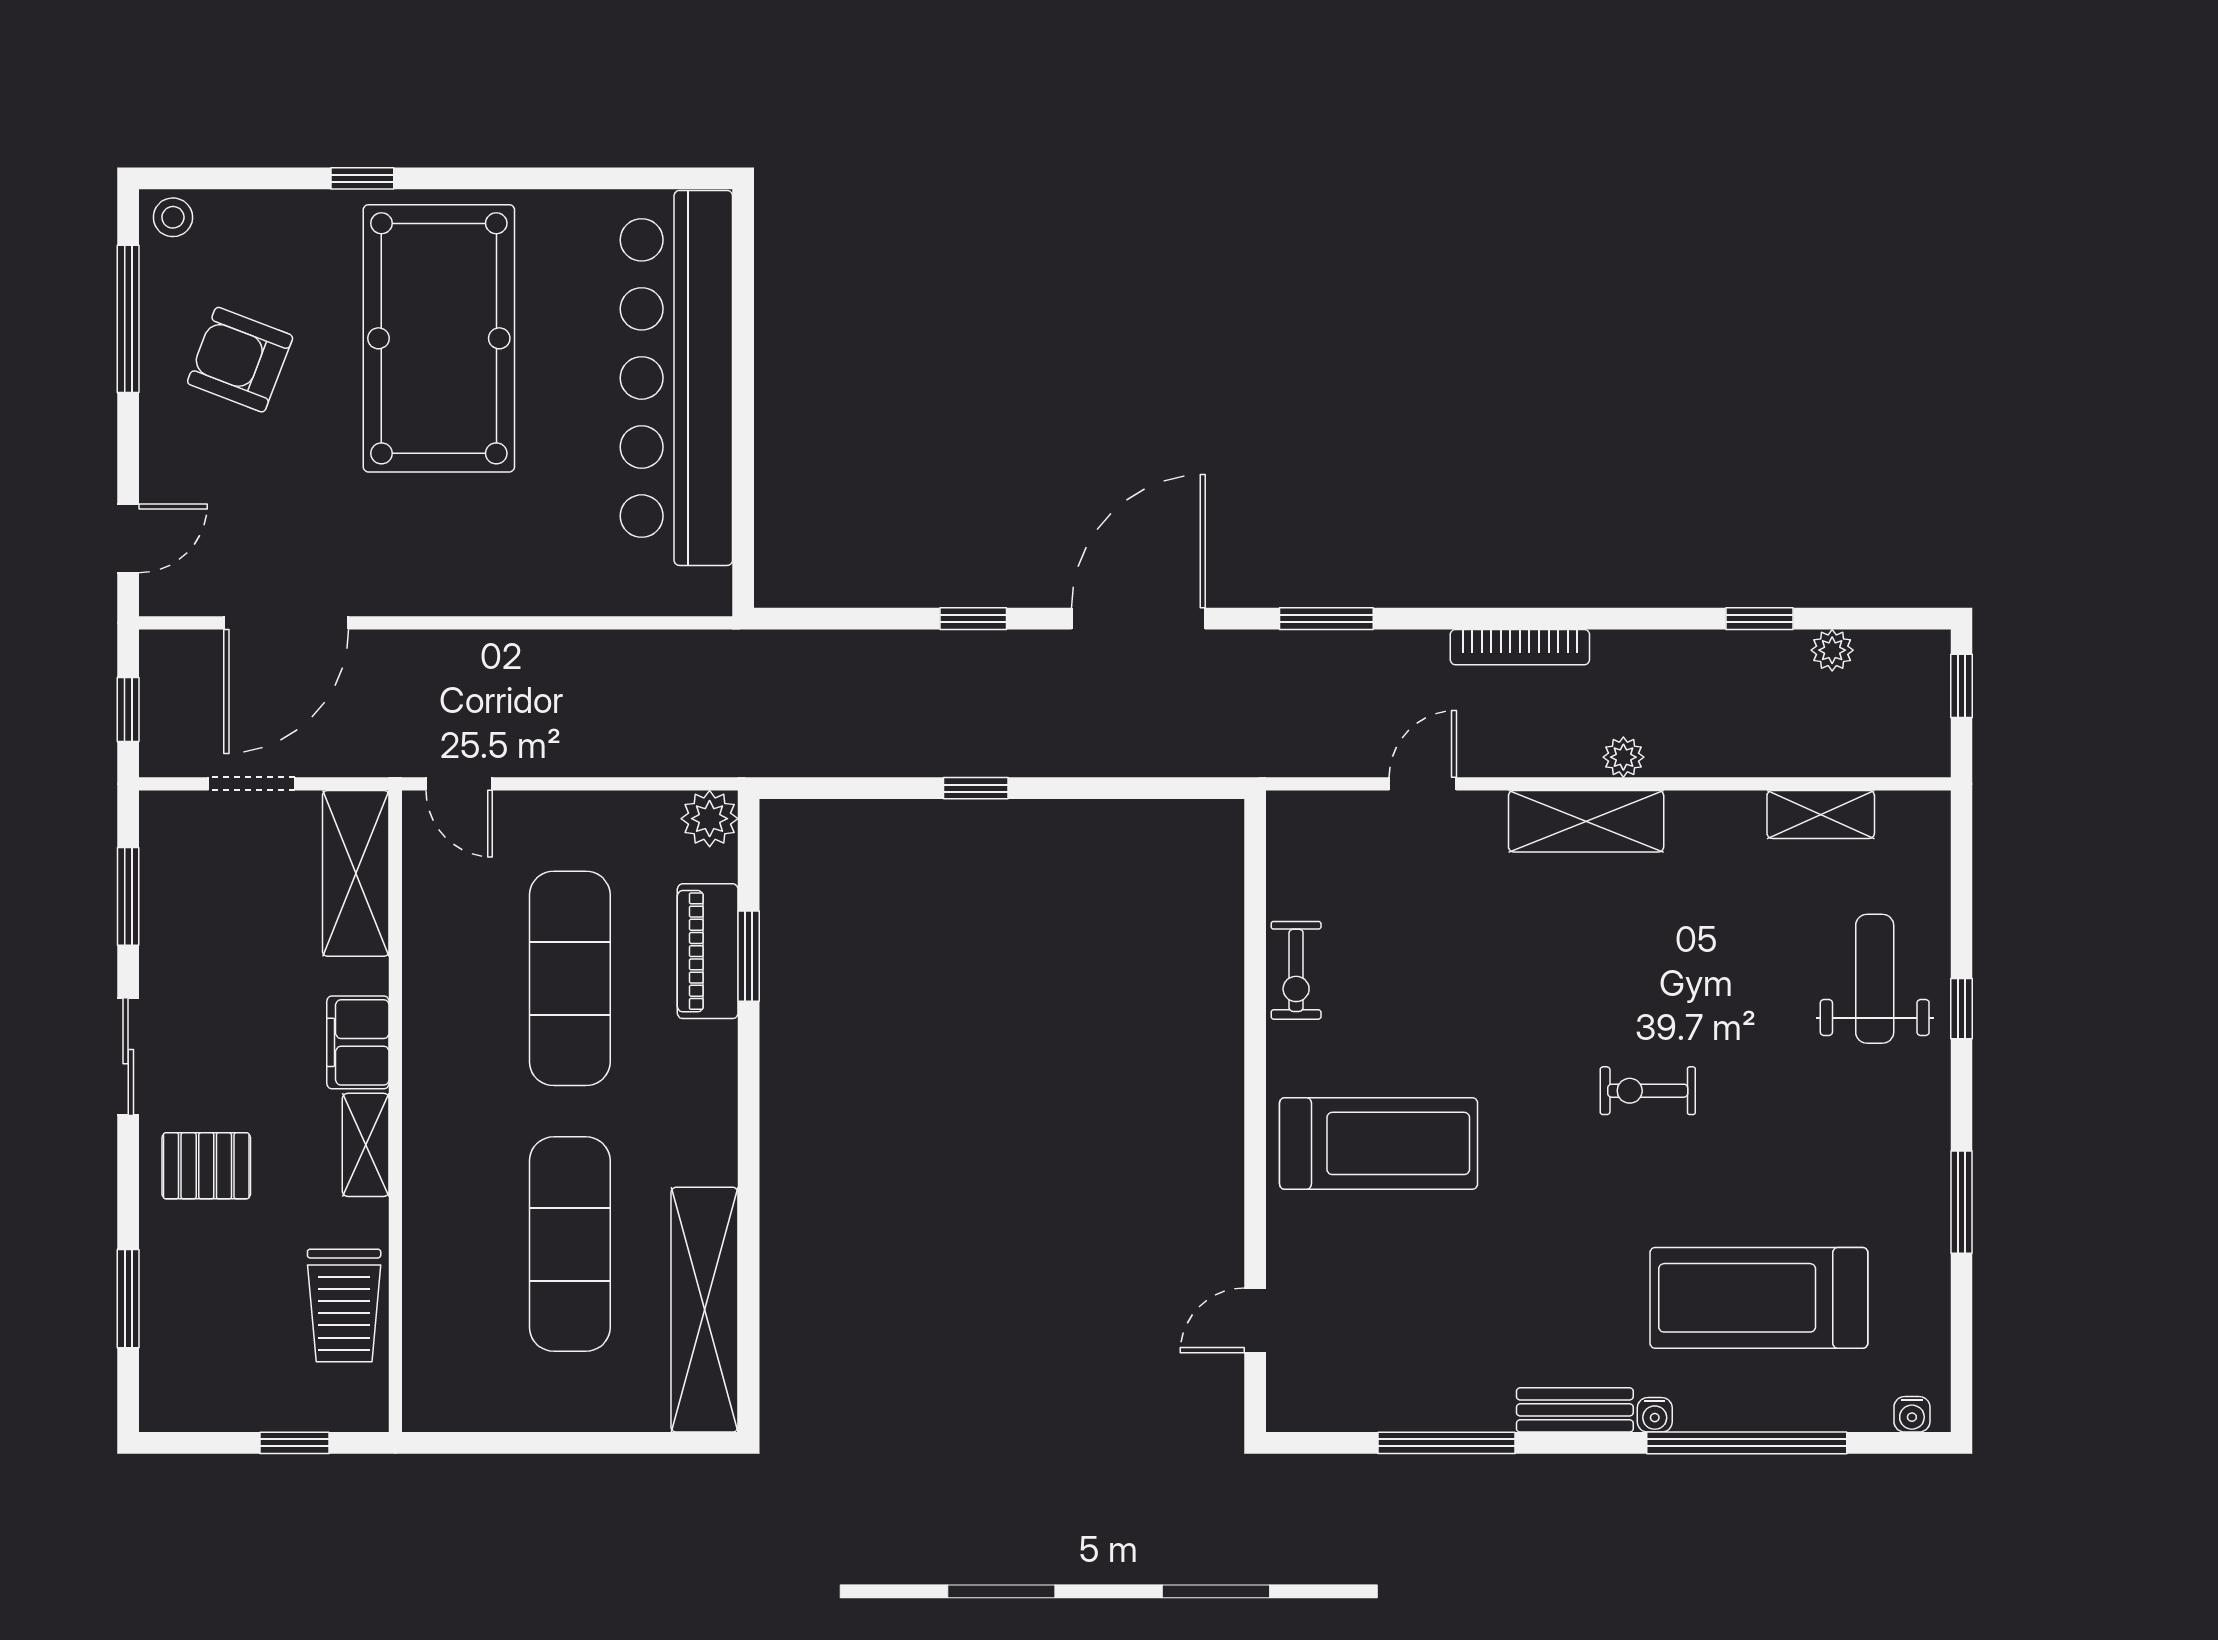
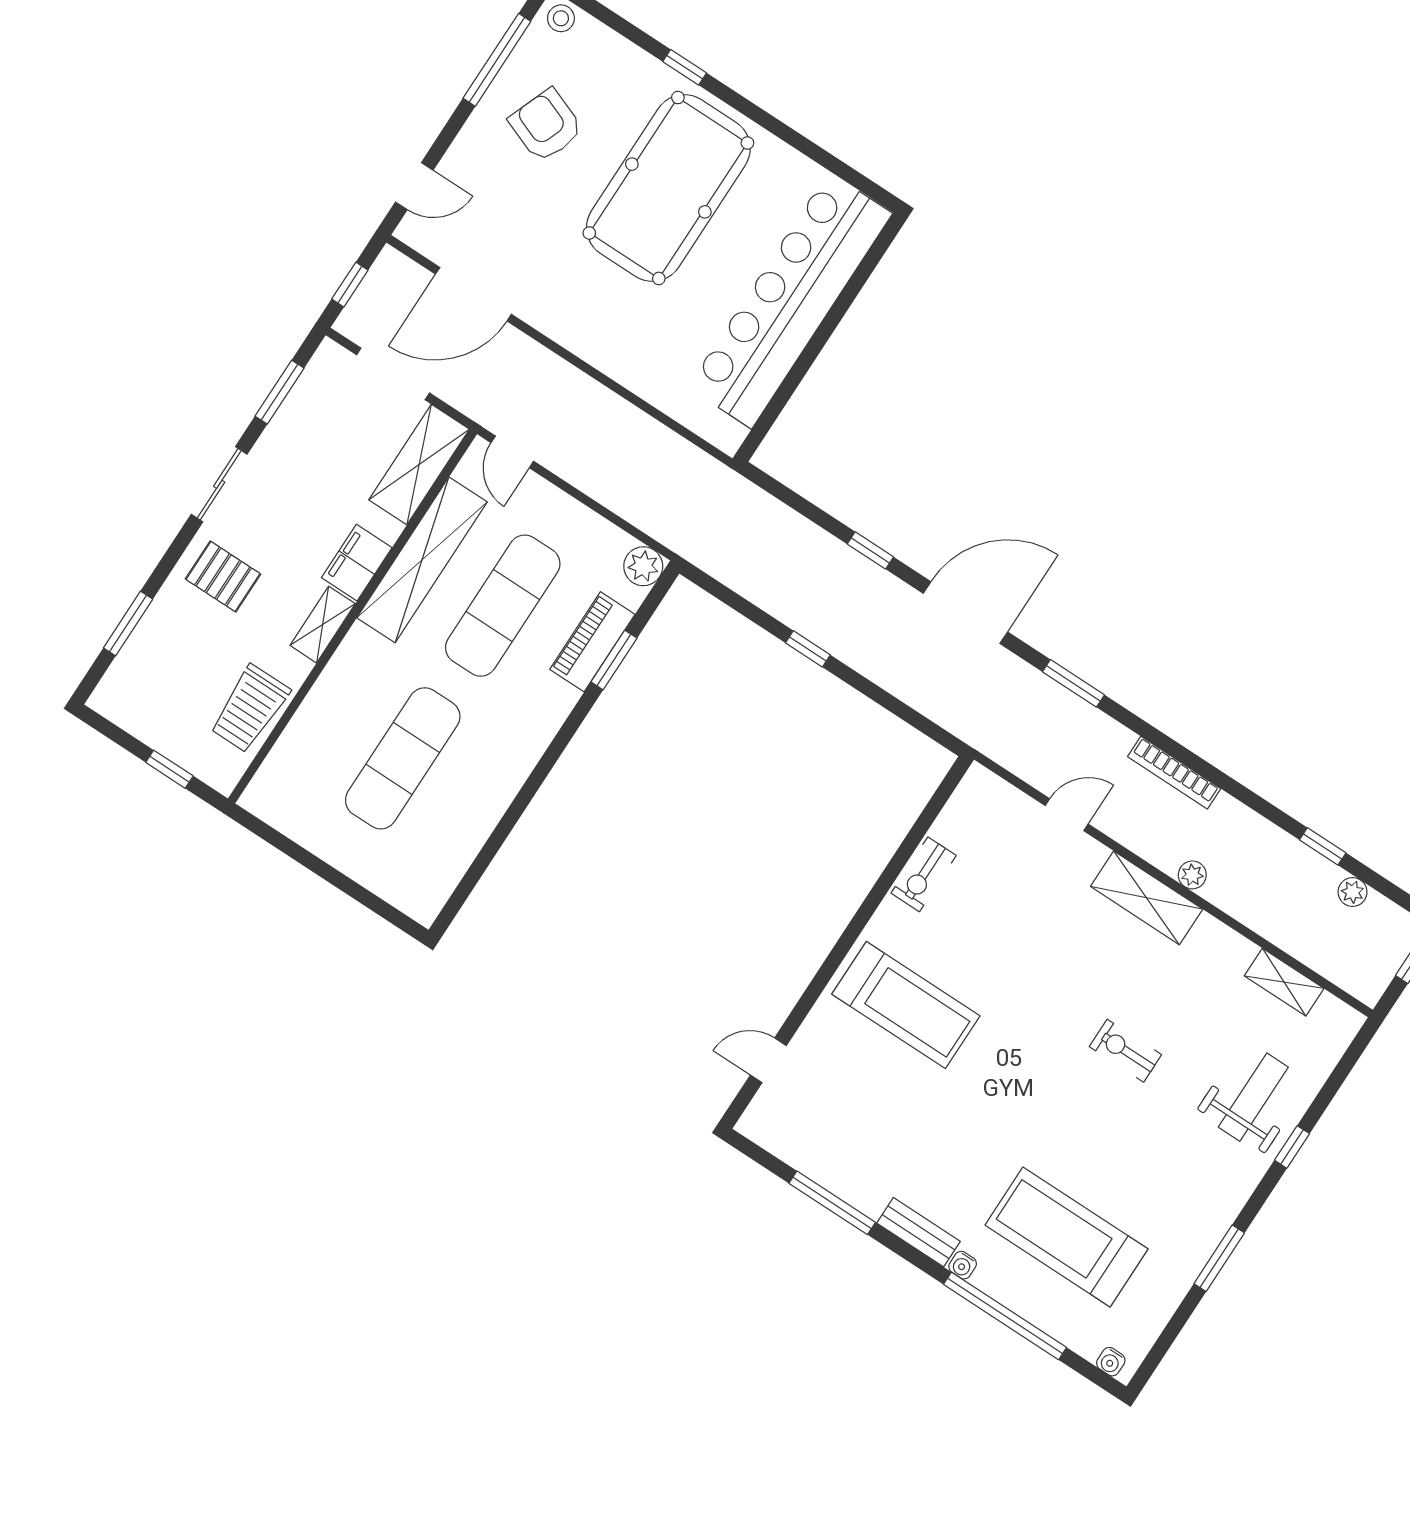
doorway: (252, 784) -> (393, 374), width x1.38
exercise bike: (1648, 1091) -> (1125, 1051), moved
shelving: (704, 1310) -> (422, 560), moved

